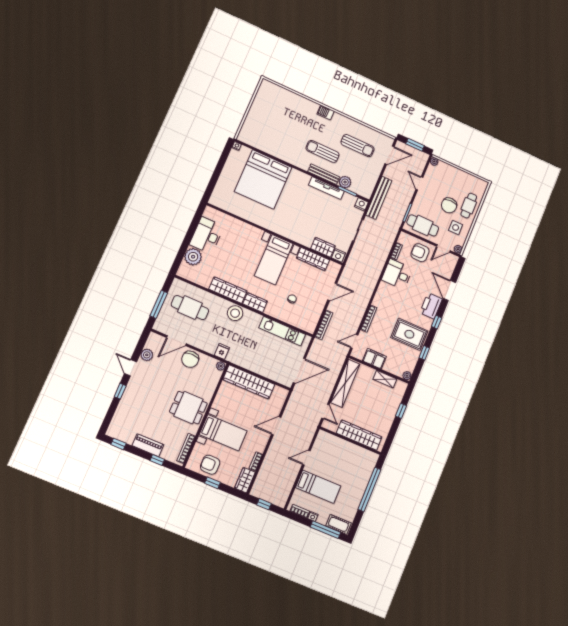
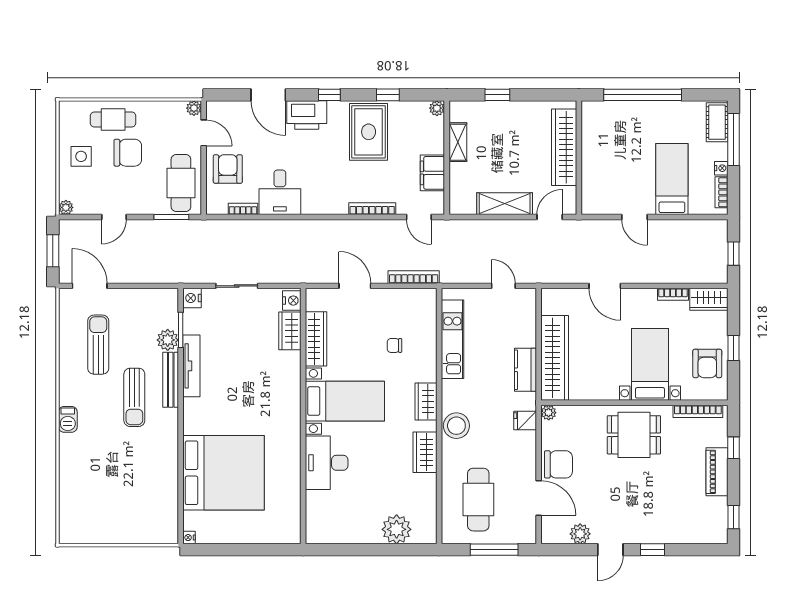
bench: (379, 198) -> (168, 274), removed
side table: (456, 227) -> (81, 156), moved
desk: (207, 235) -> (327, 463), moved, turned 90
armchair: (420, 253) -> (228, 169), turned 180
wardrobe: (228, 290) -> (425, 452), width x0.67
door: (449, 290) -> (268, 95), hinge flipped
kitchen counter: (249, 363) -> (526, 370), added
door: (299, 371) -> (503, 286), width x0.53
shelving: (345, 383) -> (505, 204), width x0.68
dining table: (188, 408) -> (634, 435), turned 90

